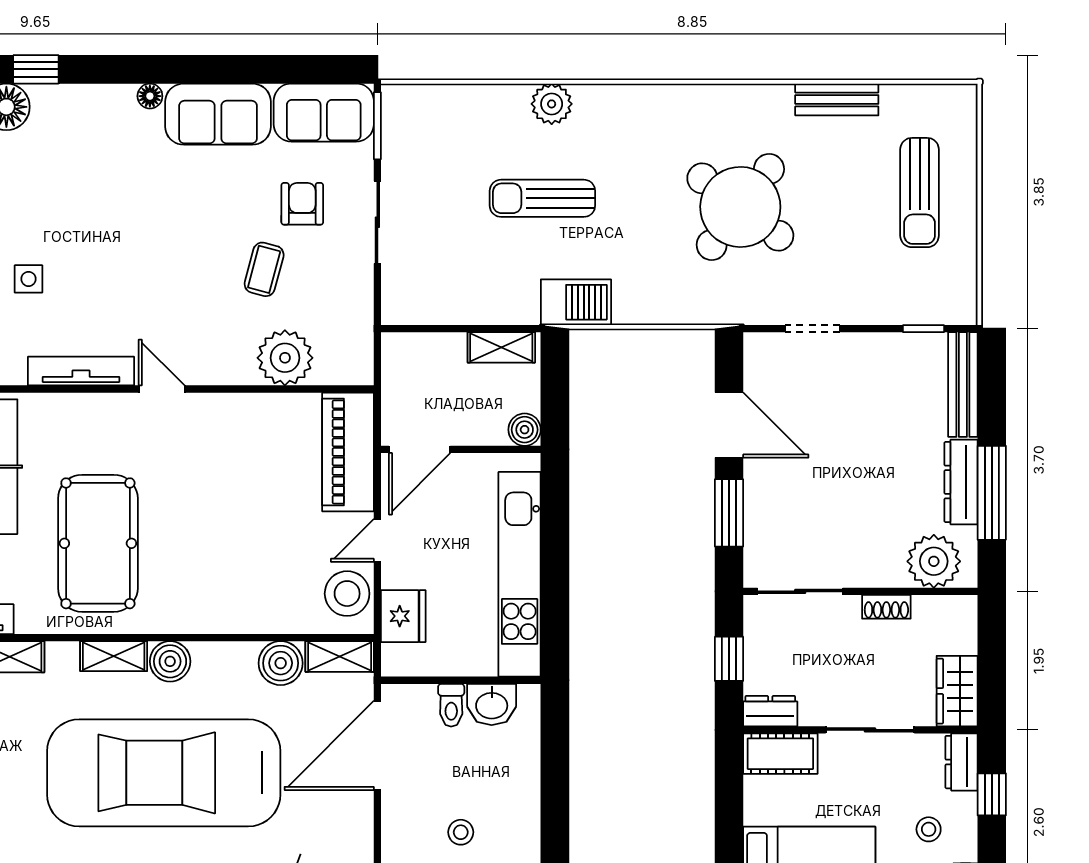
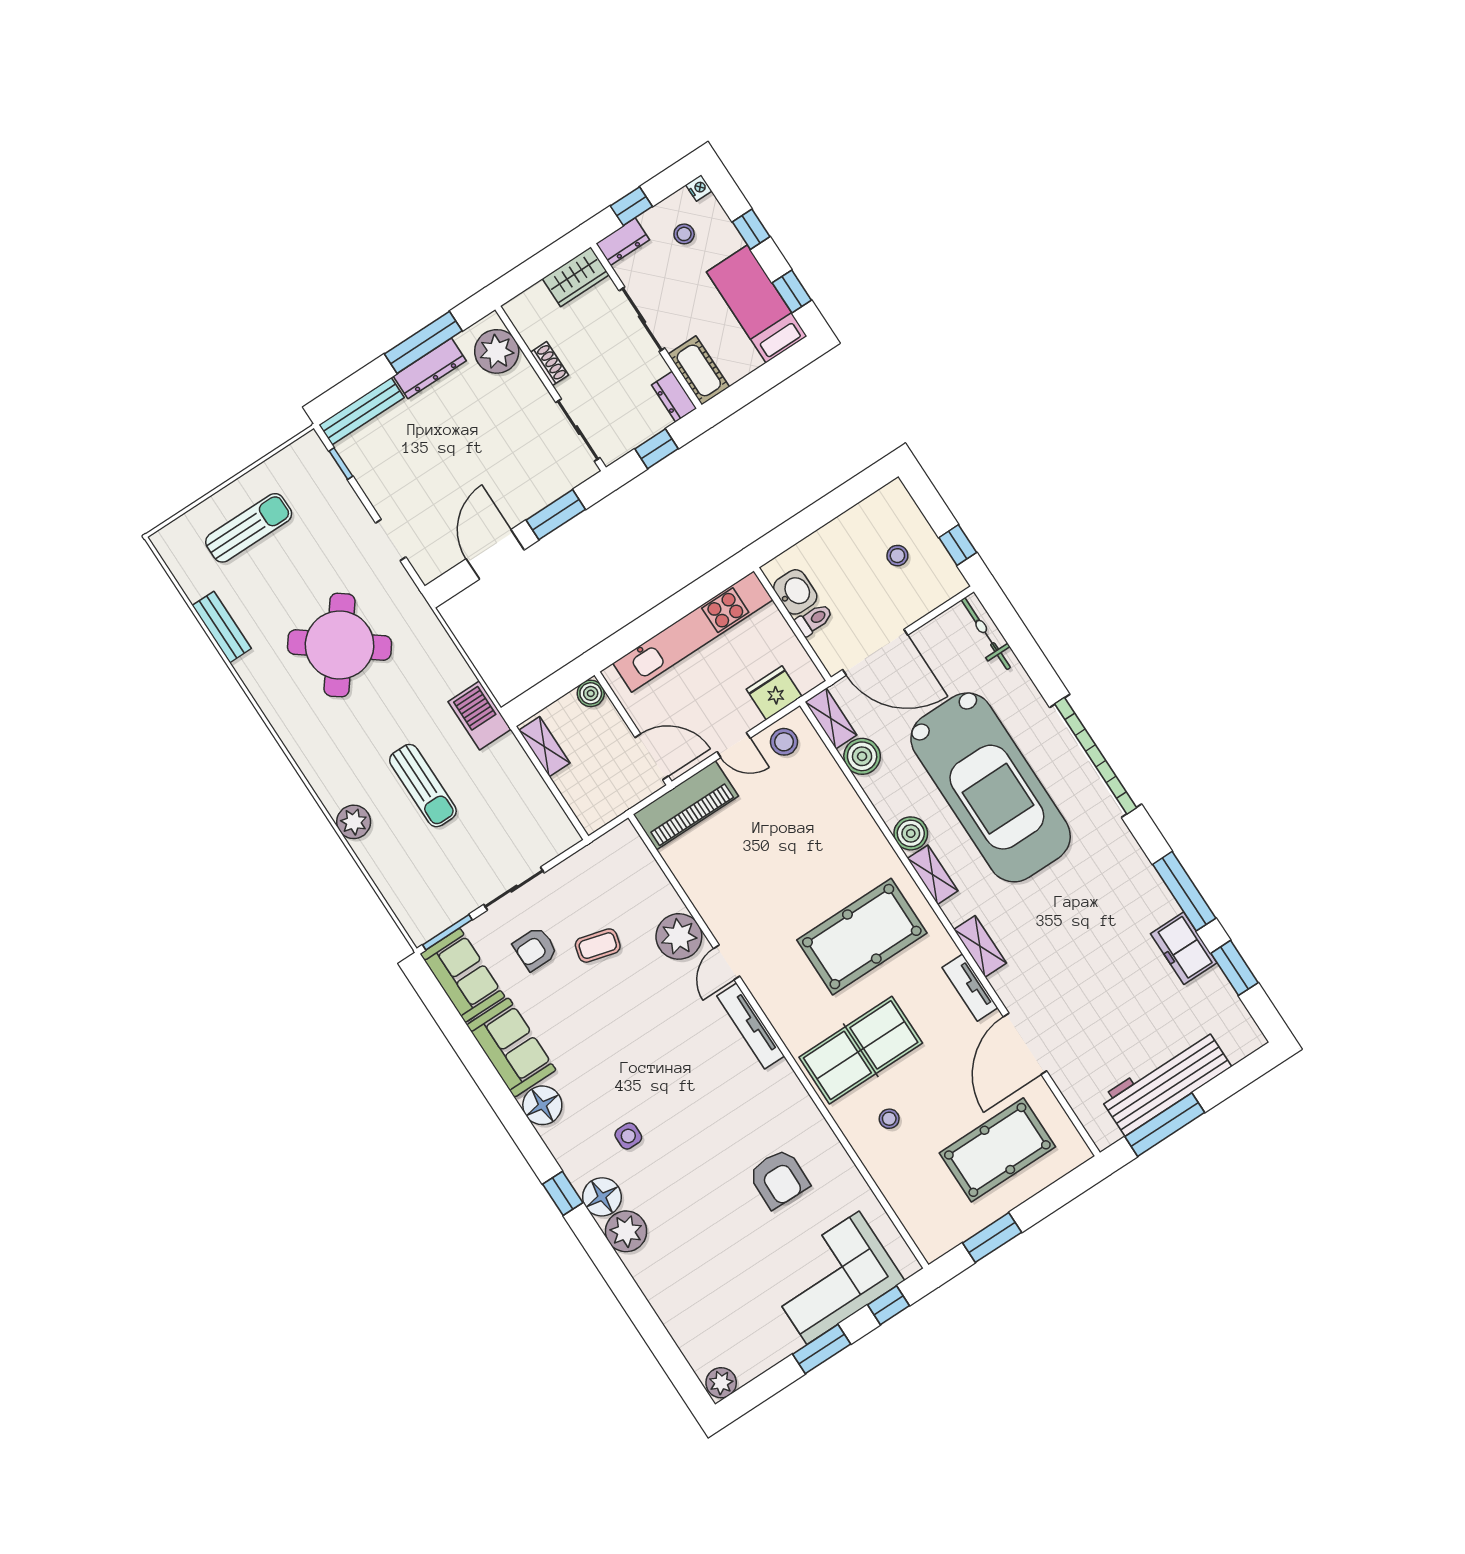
floor lamp: (150, 96) -> (542, 1105), width x1.89, depth x1.89
side table: (29, 279) -> (628, 1136), moved
plant: (285, 358) -> (679, 936), moved
stool: (347, 594) -> (784, 742), width x0.73, depth x0.73

